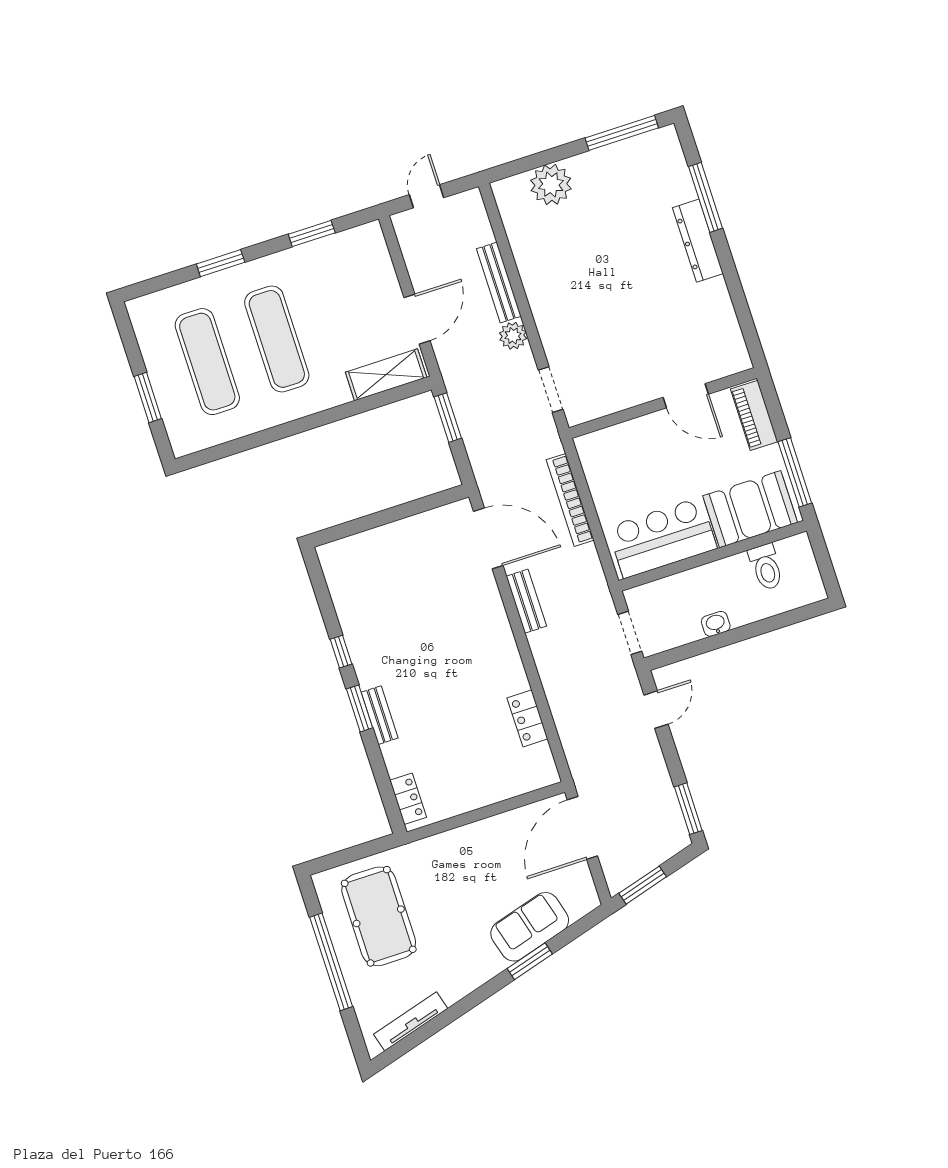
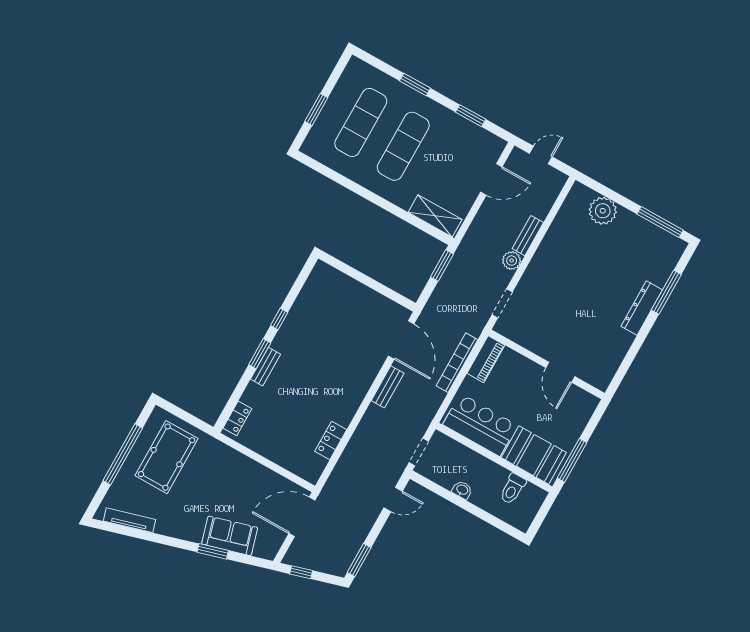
bench: (499, 283) -> (528, 236), width x0.73
door: (417, 319) -> (491, 179), moved
piano: (754, 415) -> (486, 359), moved, turned 180
window: (643, 885) -> (301, 572), width x0.67

